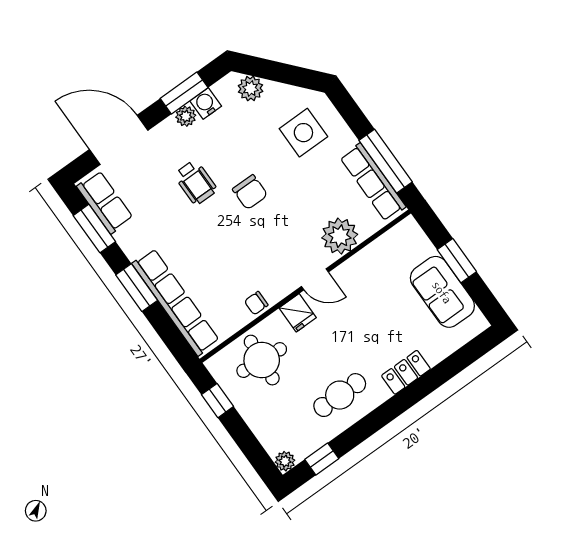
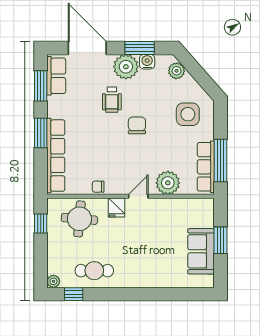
plant: (186, 116) -> (126, 67), width x1.88, depth x1.88
chair: (250, 192) -> (137, 125), turned 180
door: (315, 279) -> (138, 196), swing flipped
locker: (406, 372) -> (151, 280), removed
cafe table: (340, 395) -> (94, 271), moved

